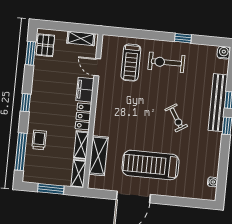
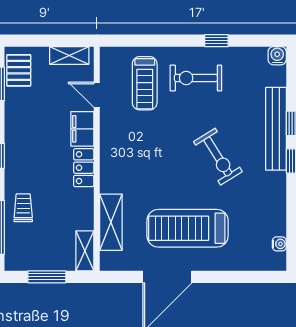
exercise bike: (176, 118) -> (218, 157), width x1.38, depth x1.39
shelving: (81, 145) -> (85, 209), removed

